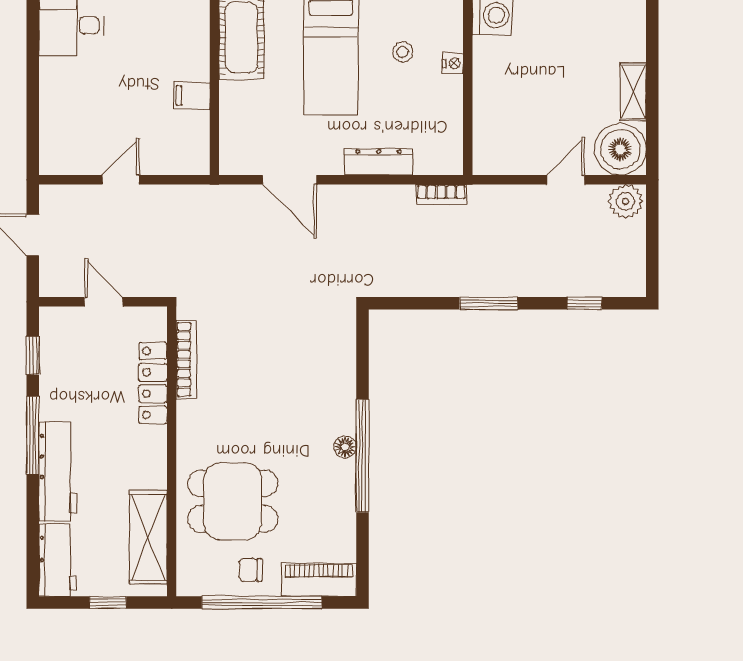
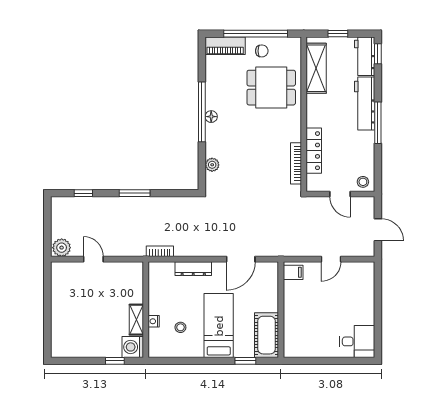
shelving: (633, 92) -> (136, 320), moved
filing cabinet: (192, 95) -> (293, 272), moved
boiler: (620, 149) -> (64, 275), removed
door: (290, 180) -> (241, 259), swing flipped
door: (566, 180) -> (93, 259), swing flipped
stool: (61, 325) -> (363, 182), added
window: (33, 355) -> (378, 54), moved
plant: (343, 357) -> (212, 165), added

